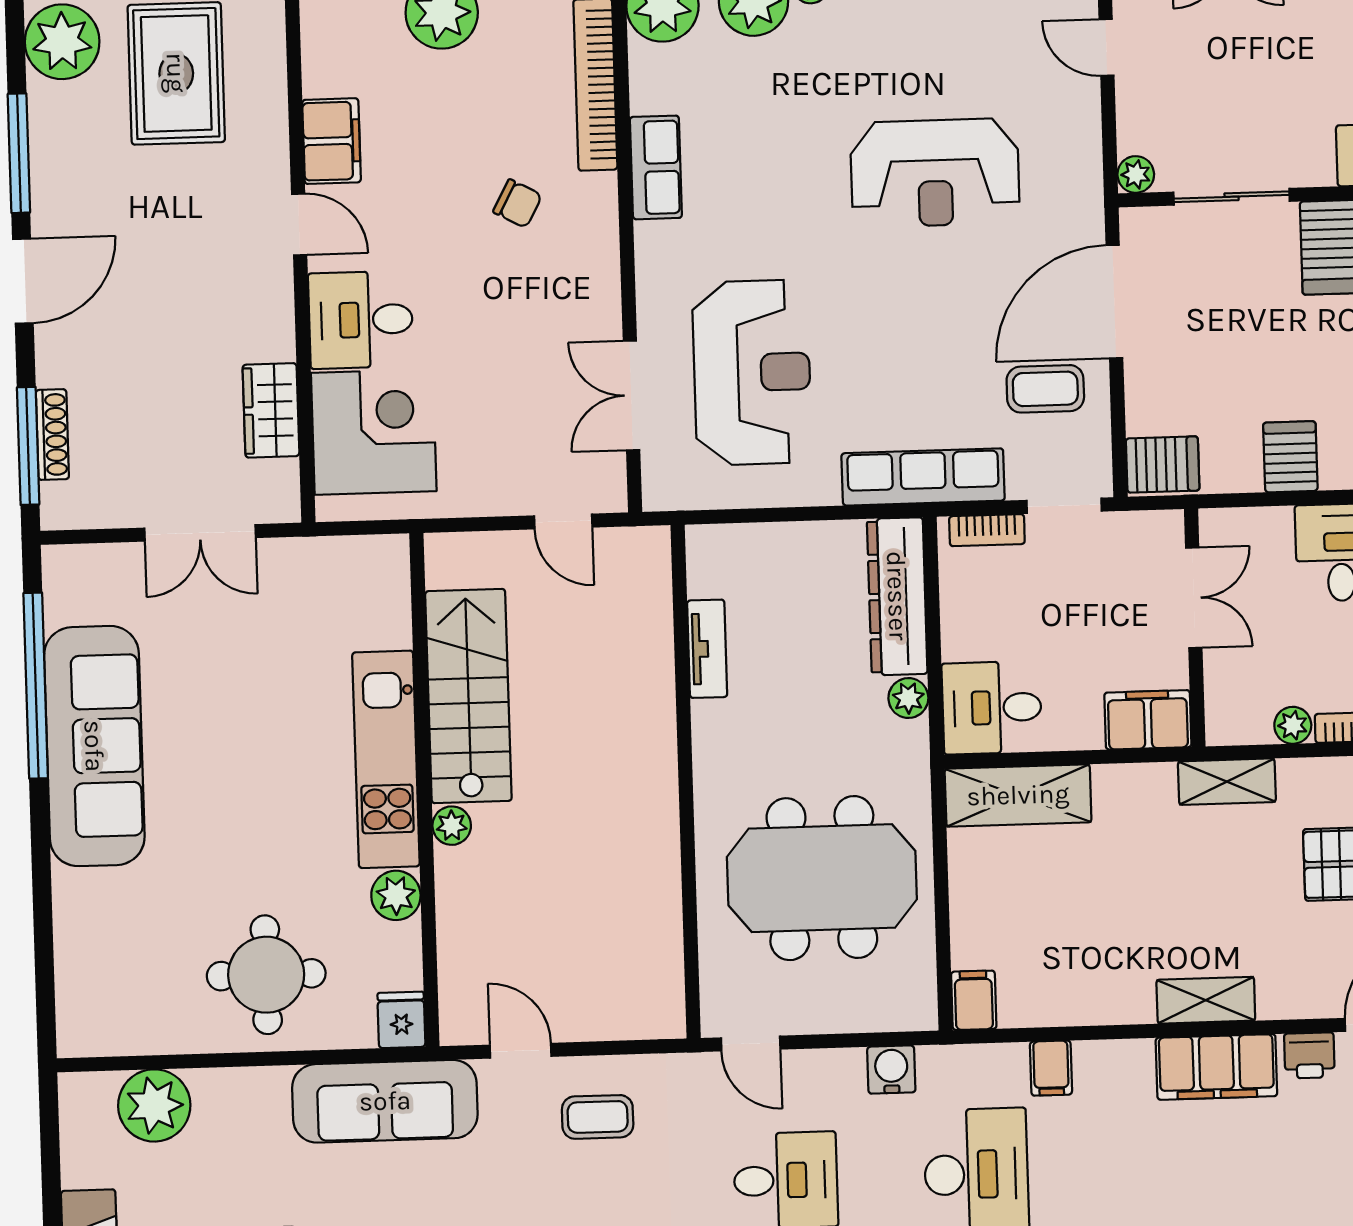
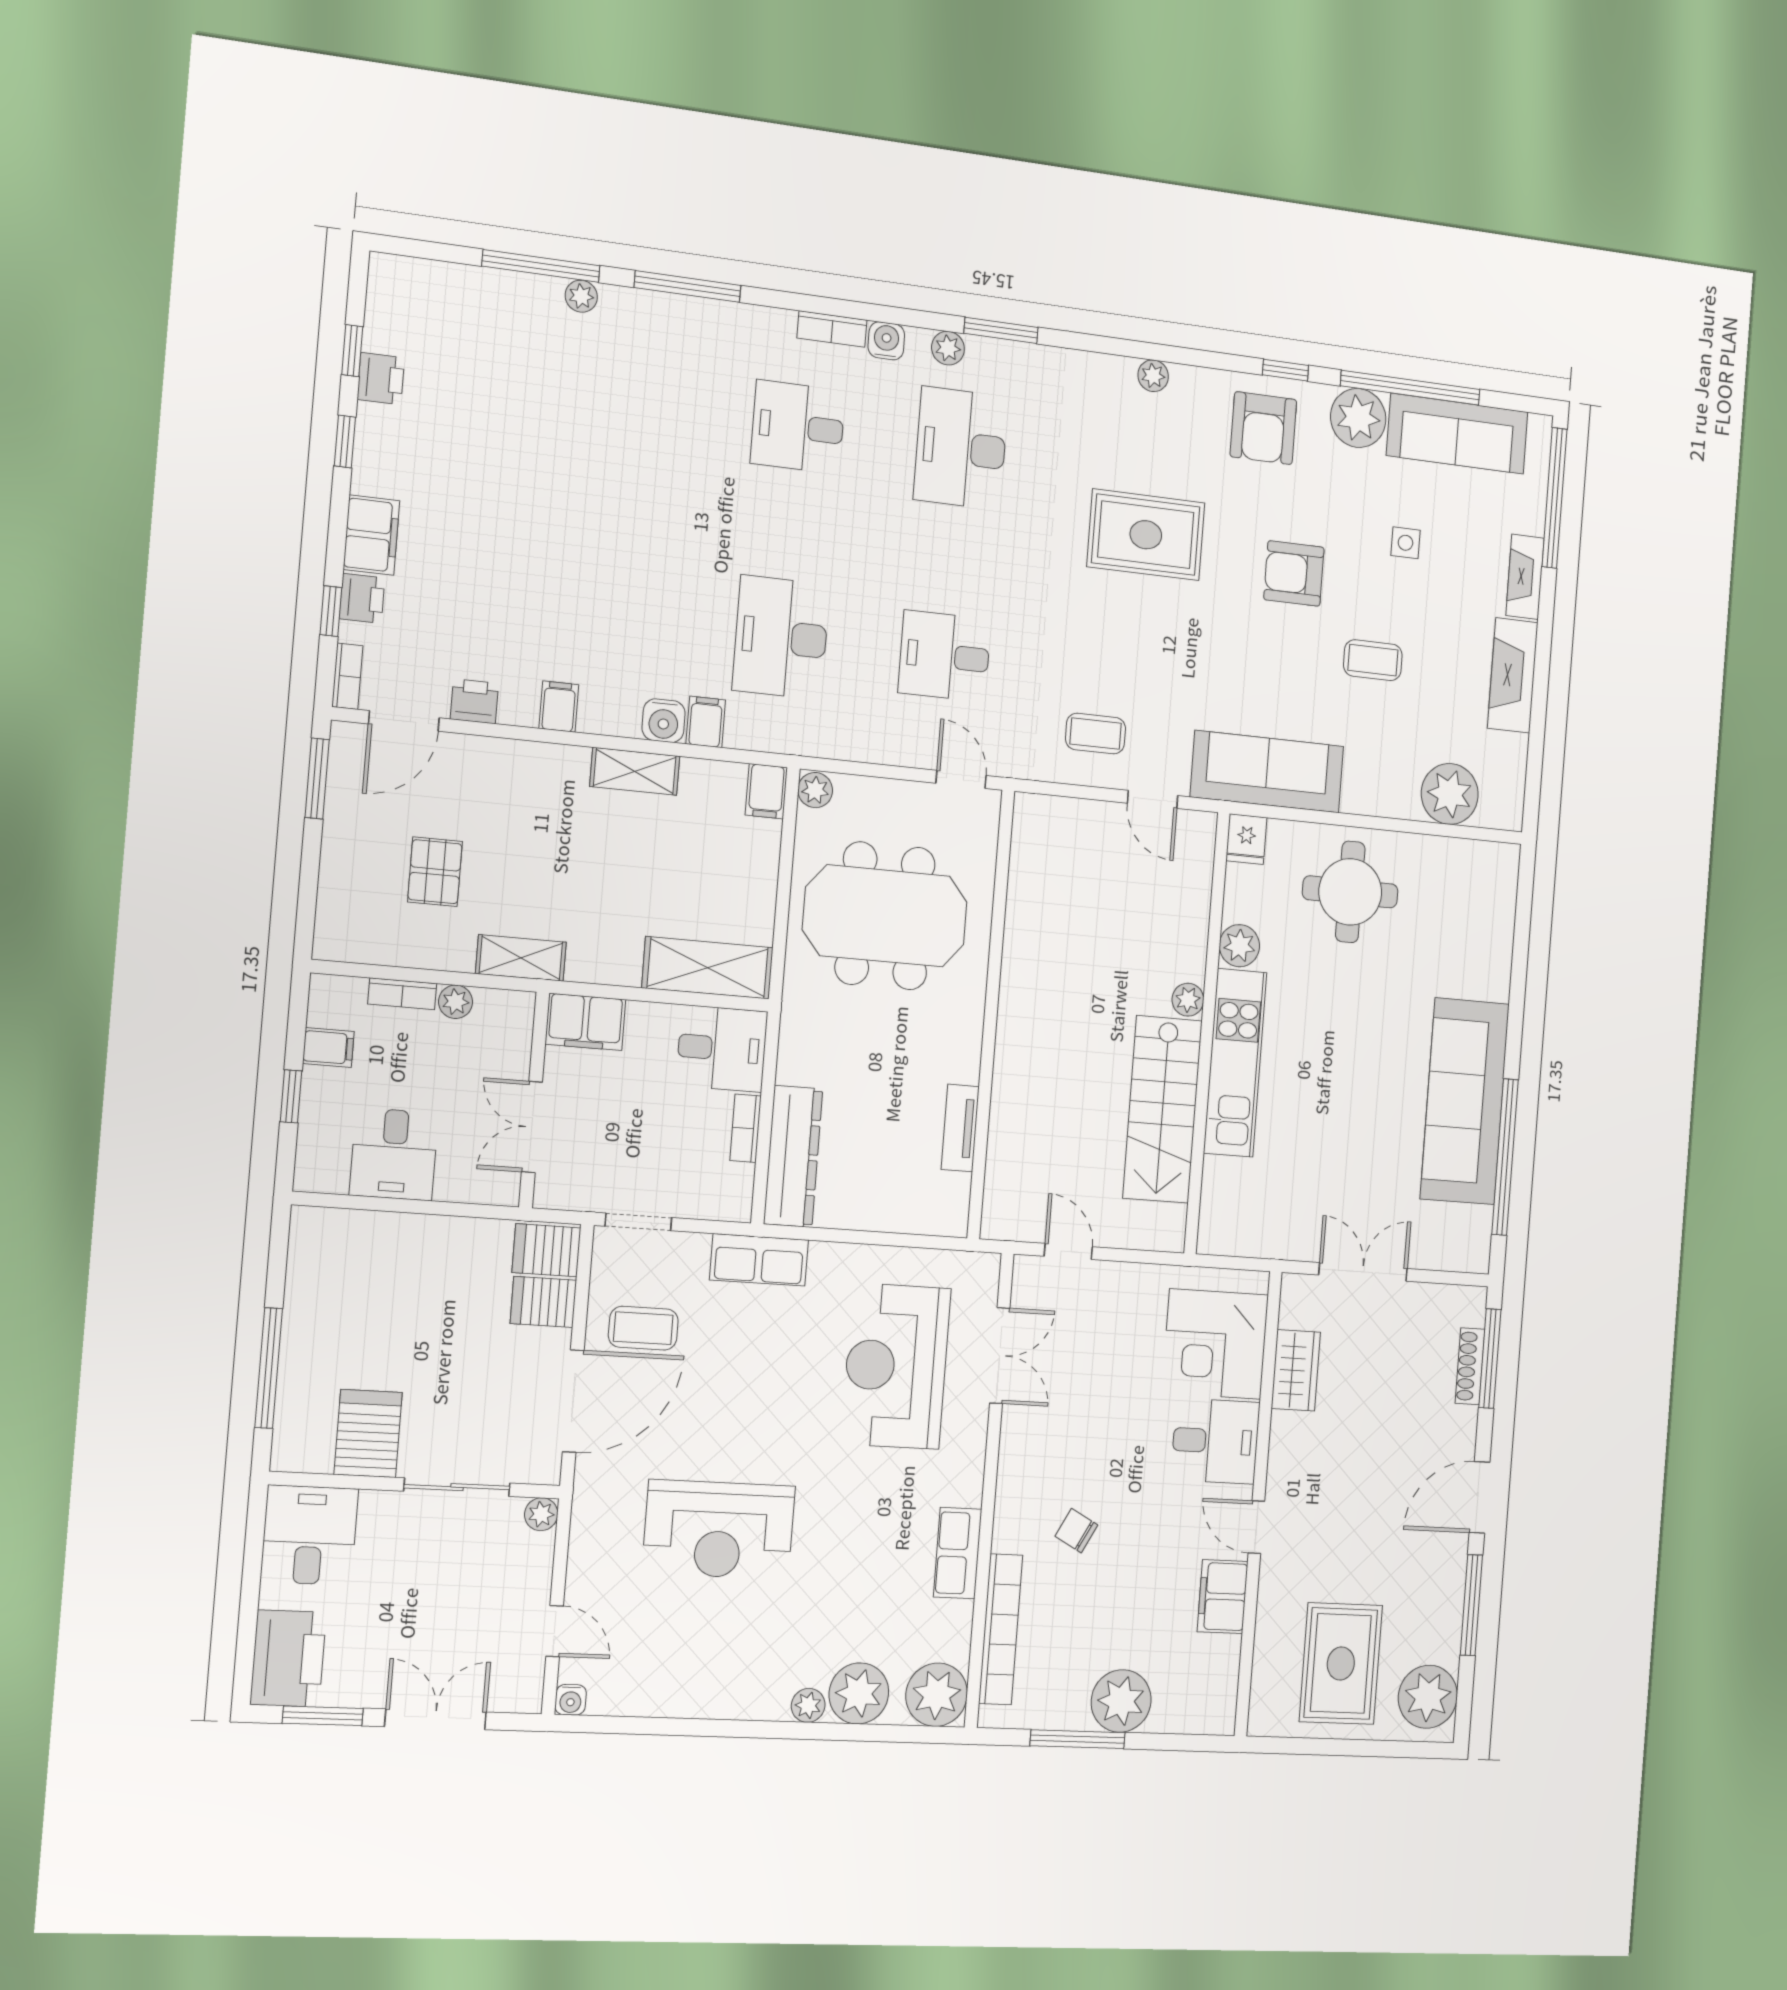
reception desk: (935, 173) -> (719, 1530), turned 180
server rack: (1290, 457) -> (543, 1302), moved, turned 90
row of seats: (923, 477) -> (759, 1260), width x0.68
bookcase: (987, 530) -> (746, 1128), moved, turned -90
plant: (908, 698) -> (815, 790), moved
shelving: (1206, 1000) -> (635, 771), moved
filing cabinet: (1216, 1067) -> (559, 707), width x0.33, depth x0.86
water cooler: (891, 1070) -> (664, 721), moved

